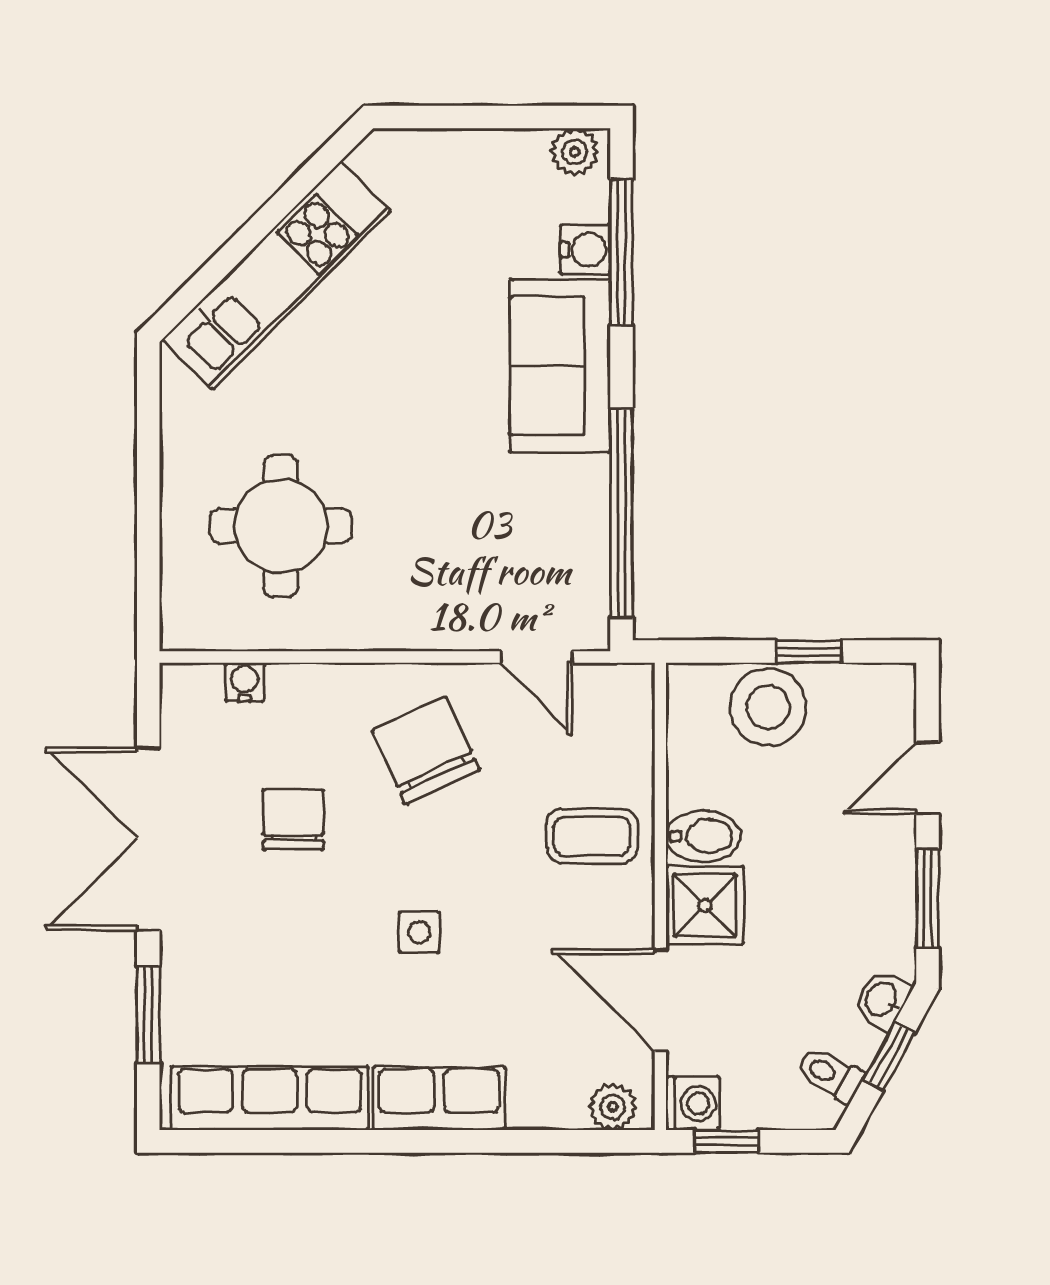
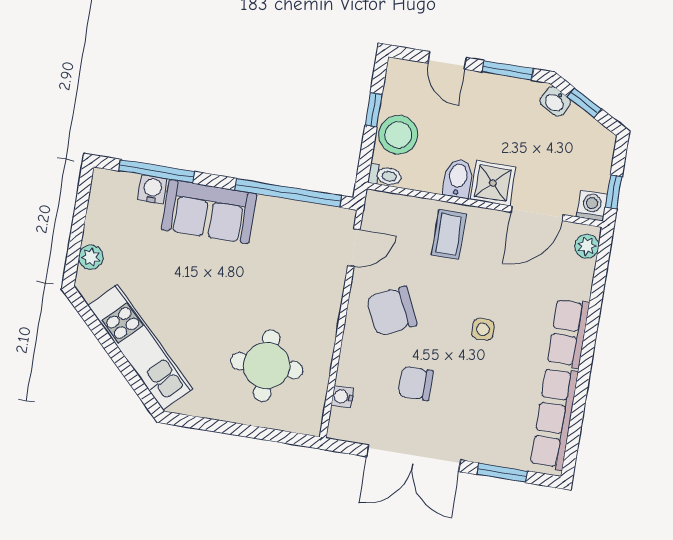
plant: (575, 152) -> (91, 257), moved
toilet: (830, 1075) -> (385, 176), moved, turned -119

